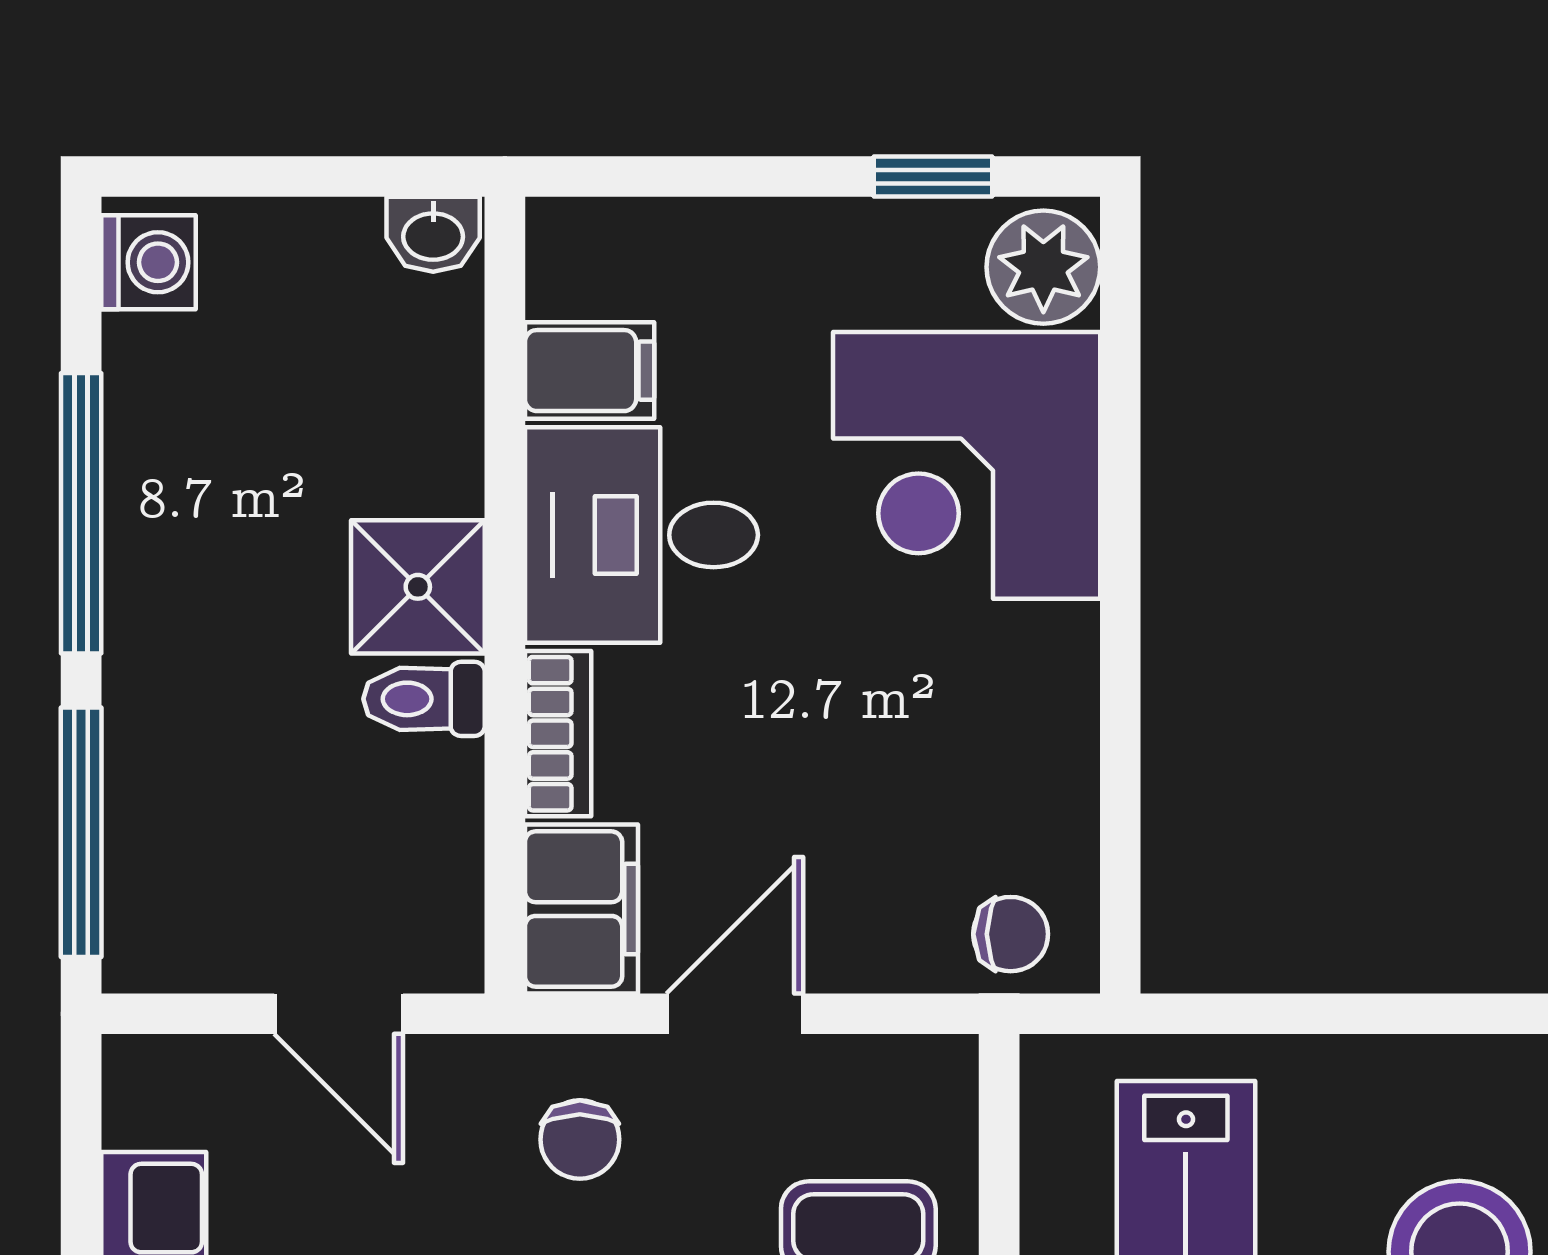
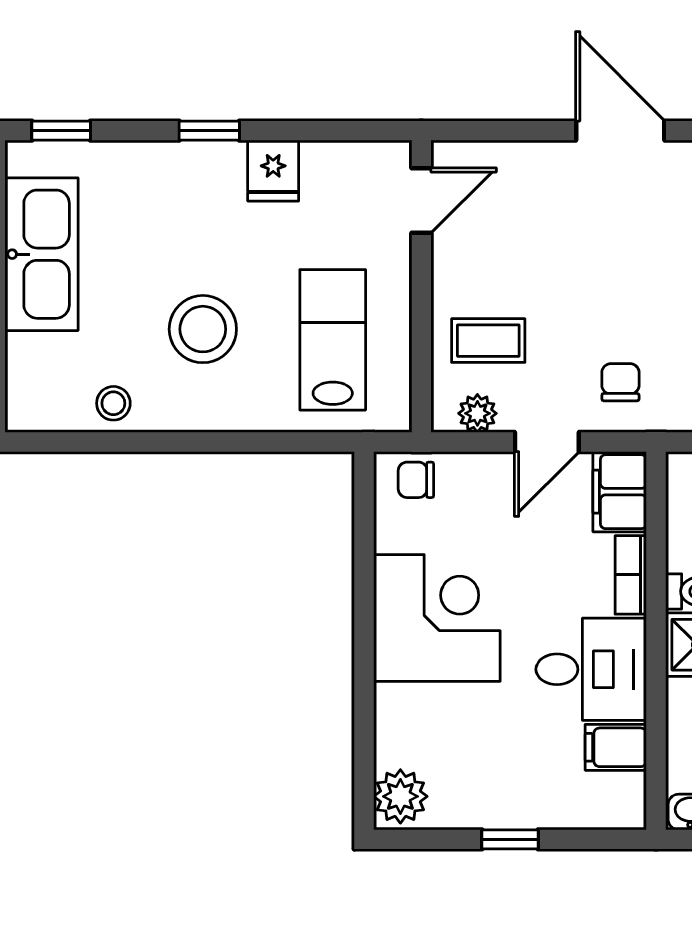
window: (933, 177) -> (510, 839), moved
corner desk: (967, 465) -> (437, 618), moved
plant: (881, 1074) -> (477, 413), added

